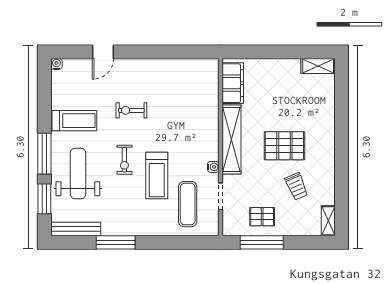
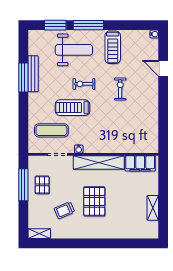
shelving: (318, 66) -> (153, 208), moved
bench: (76, 229) -> (33, 74), moved

